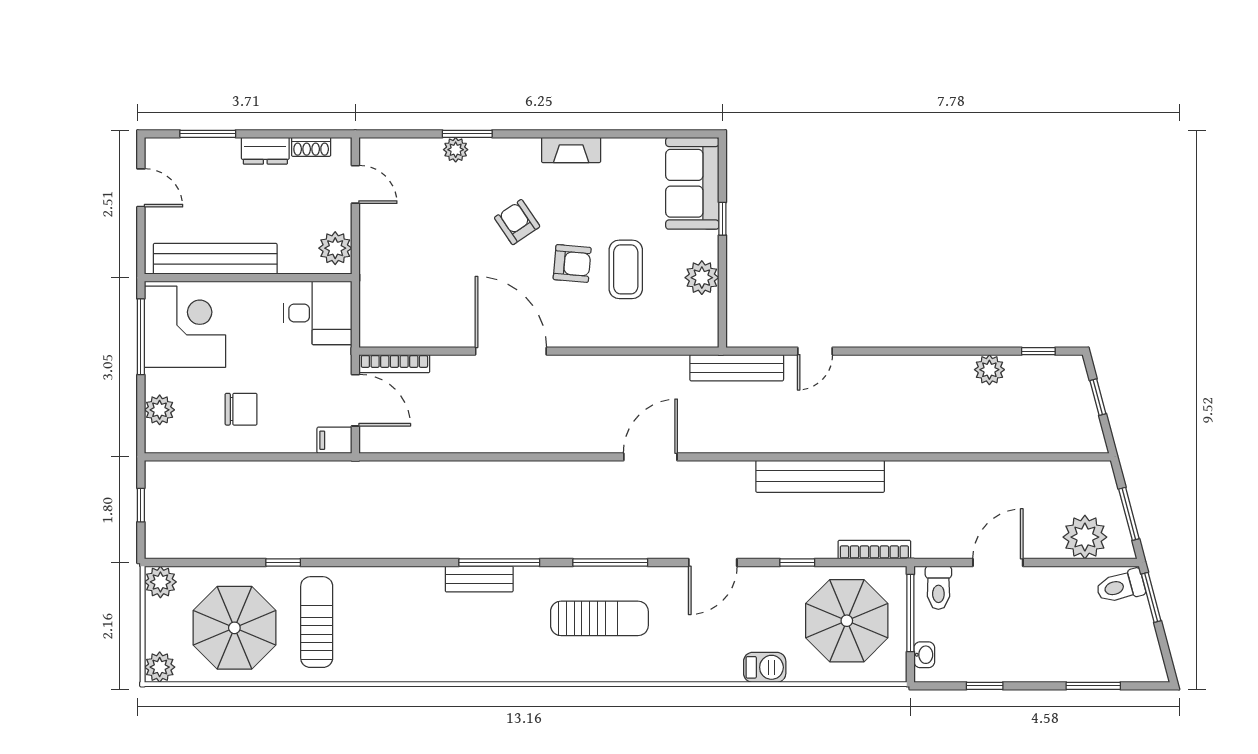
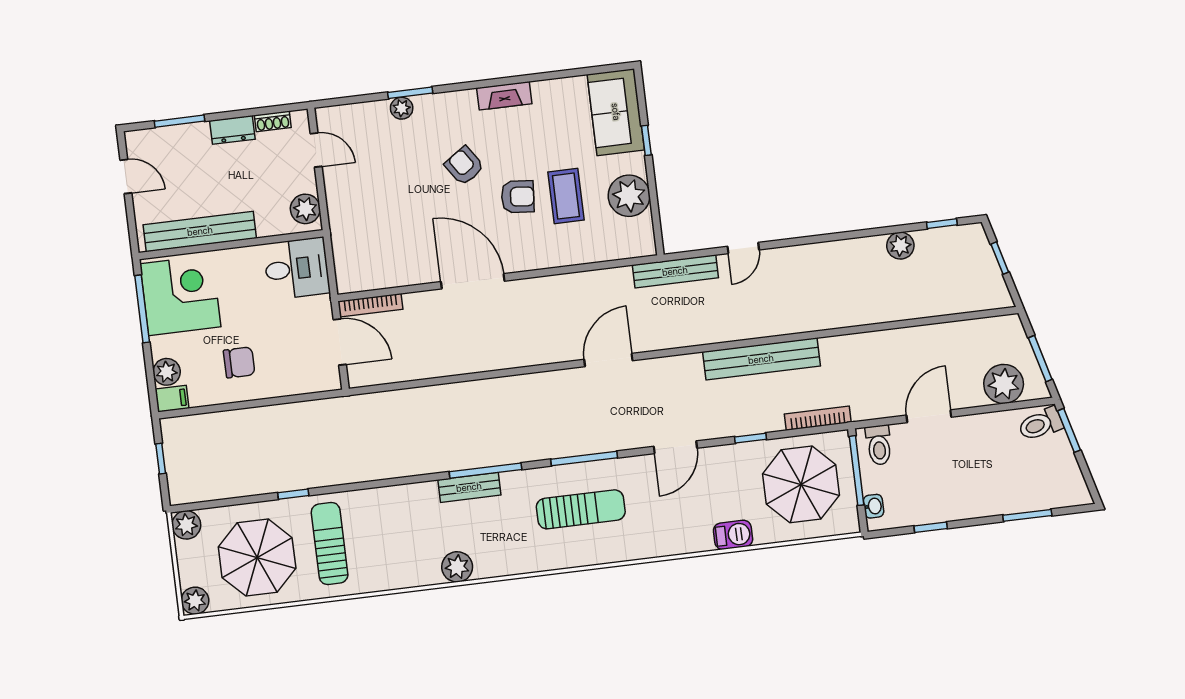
plant: (702, 278) -> (629, 196), width x1.36, depth x1.36
filing cabinet: (334, 440) -> (172, 399), moved, turned 180
plant: (455, 665) -> (457, 567), added

